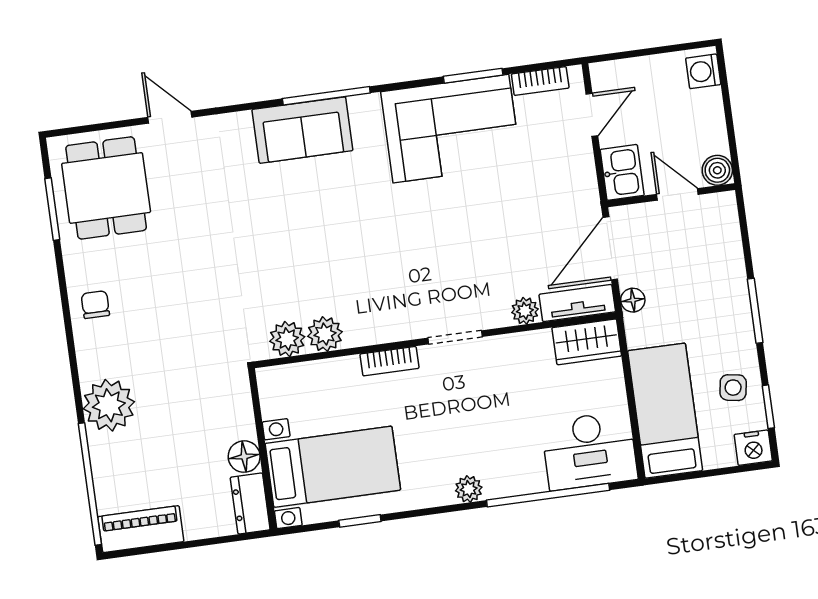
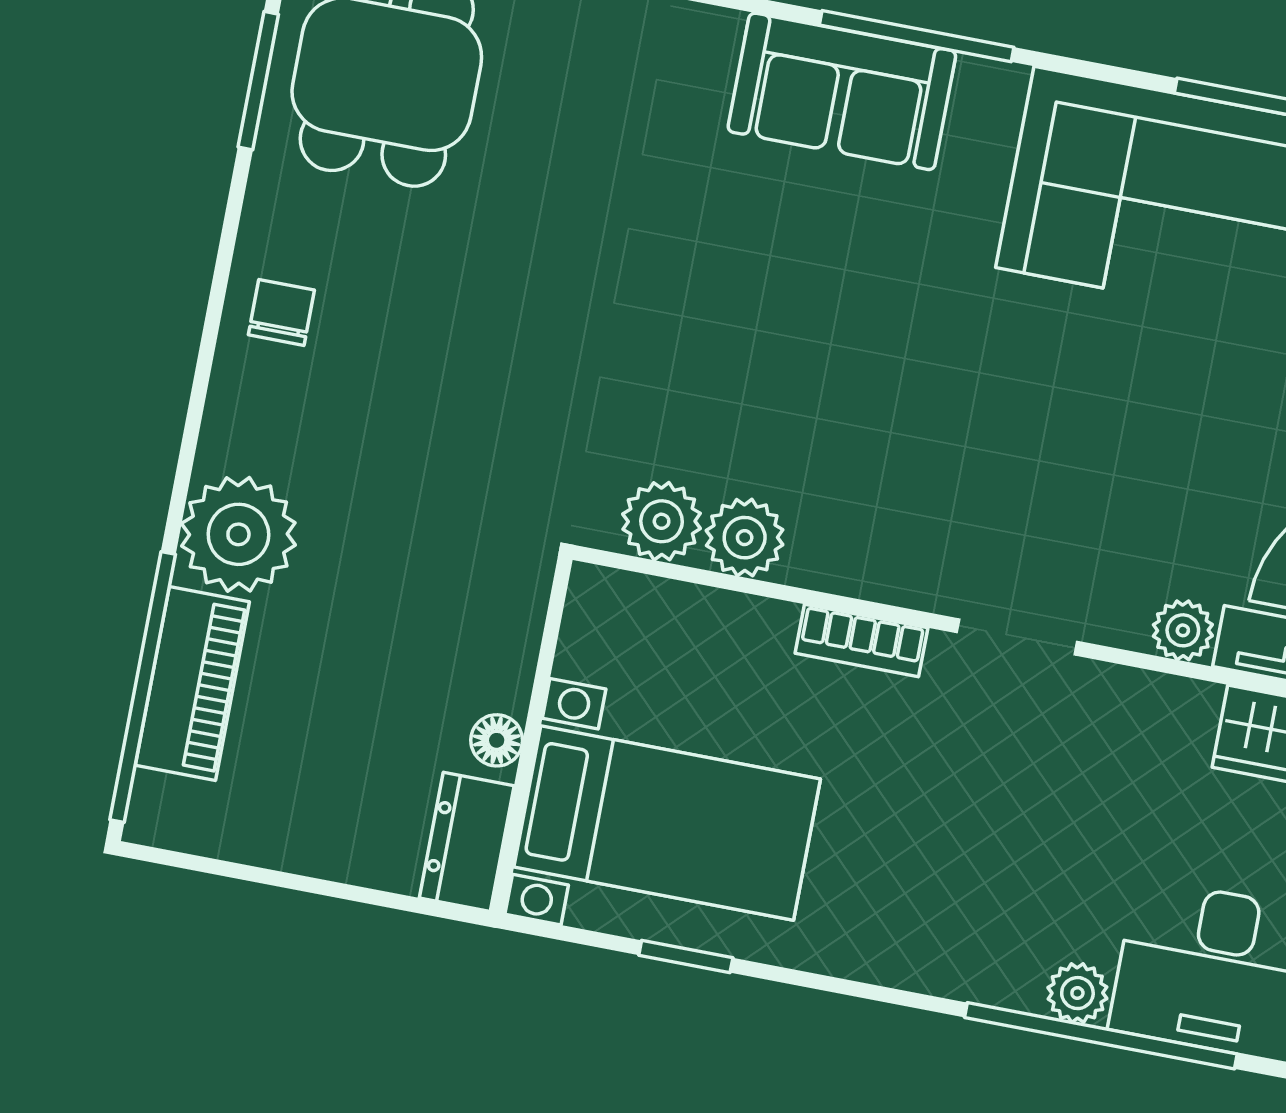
floor lamp: (244, 457) -> (497, 740), width x0.73, depth x0.73
plant: (469, 489) -> (1077, 993), moved
piano: (141, 529) -> (192, 683), moved, turned 90

